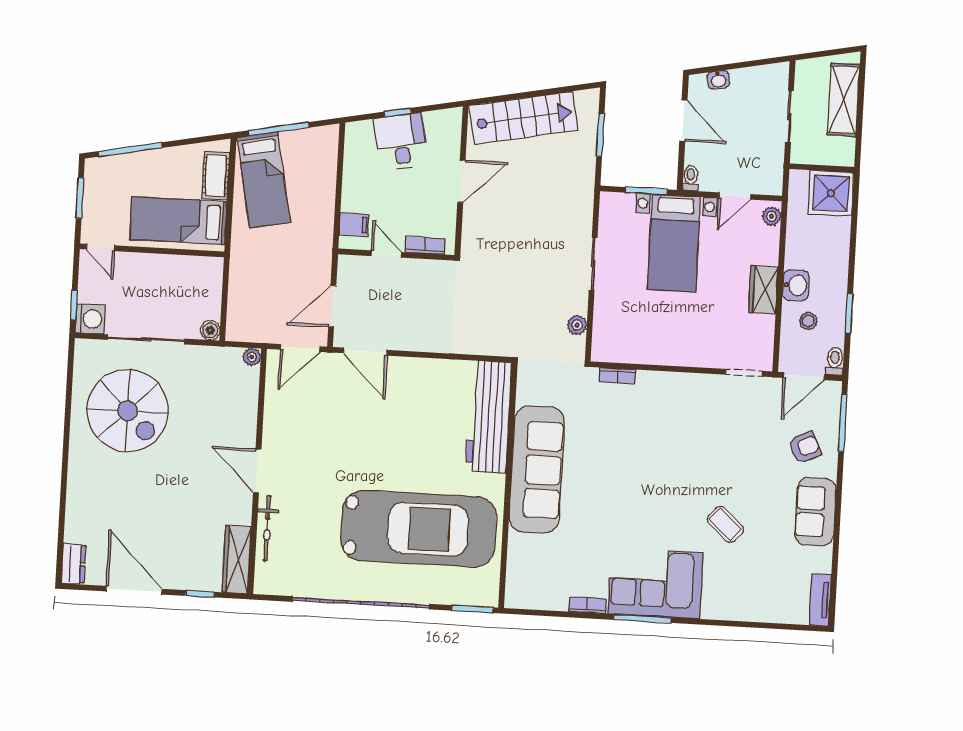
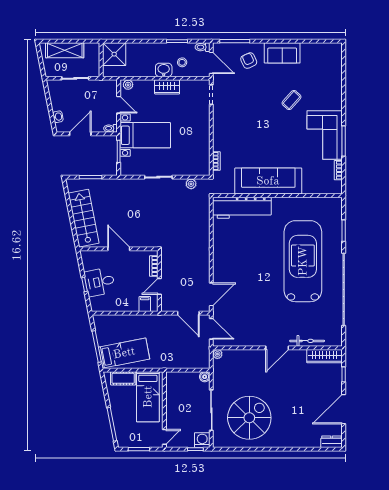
workbench: (489, 417) -> (242, 208), moved
sofa: (537, 470) -> (268, 181), moved
wall: (508, 485) -> (277, 196), moved
tv unit: (820, 600) -> (328, 48), removed

